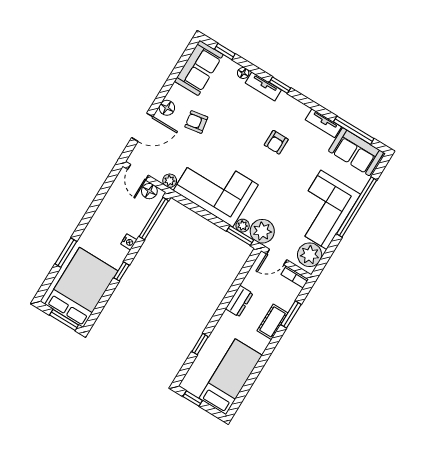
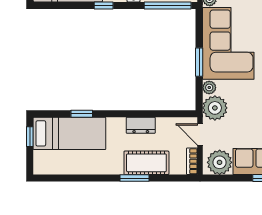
window: (240, 236) -> (199, 62), moved
window: (291, 315) -> (135, 178), moved
cot: (273, 322) -> (146, 163), width x1.37, depth x1.34
bed: (231, 377) -> (69, 133), moved

